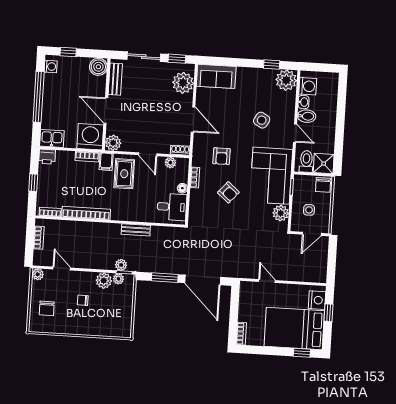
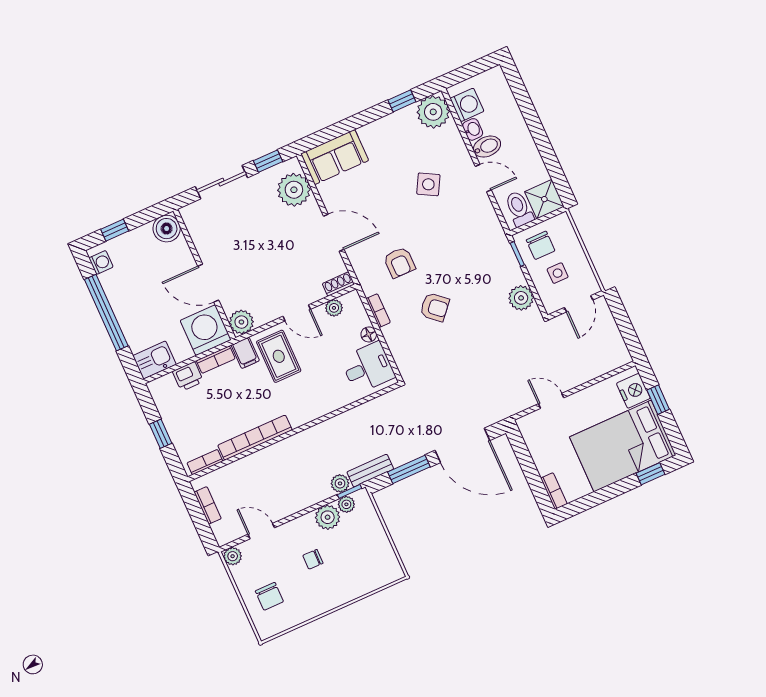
bench: (115, 79) -> (199, 233), removed
printer: (47, 157) -> (188, 376), moved
corner sofa: (271, 176) -> (481, 253), removed
chair: (323, 185) -> (541, 245), moved
bench: (136, 230) -> (370, 470), moved

